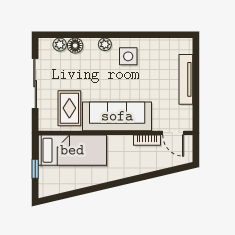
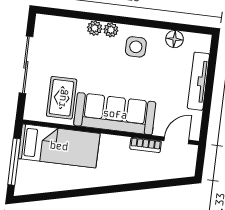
plant: (60, 45) -> (95, 28), moved
floor lamp: (75, 46) -> (174, 39), moved
door: (173, 133) -> (176, 140), swing flipped
window: (35, 169) -> (14, 162), width x2.17

